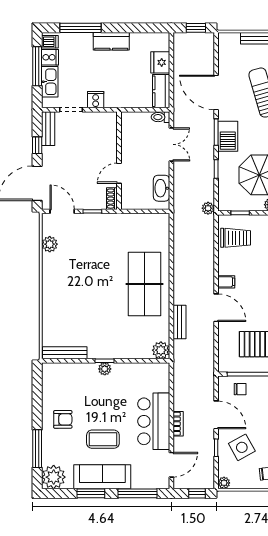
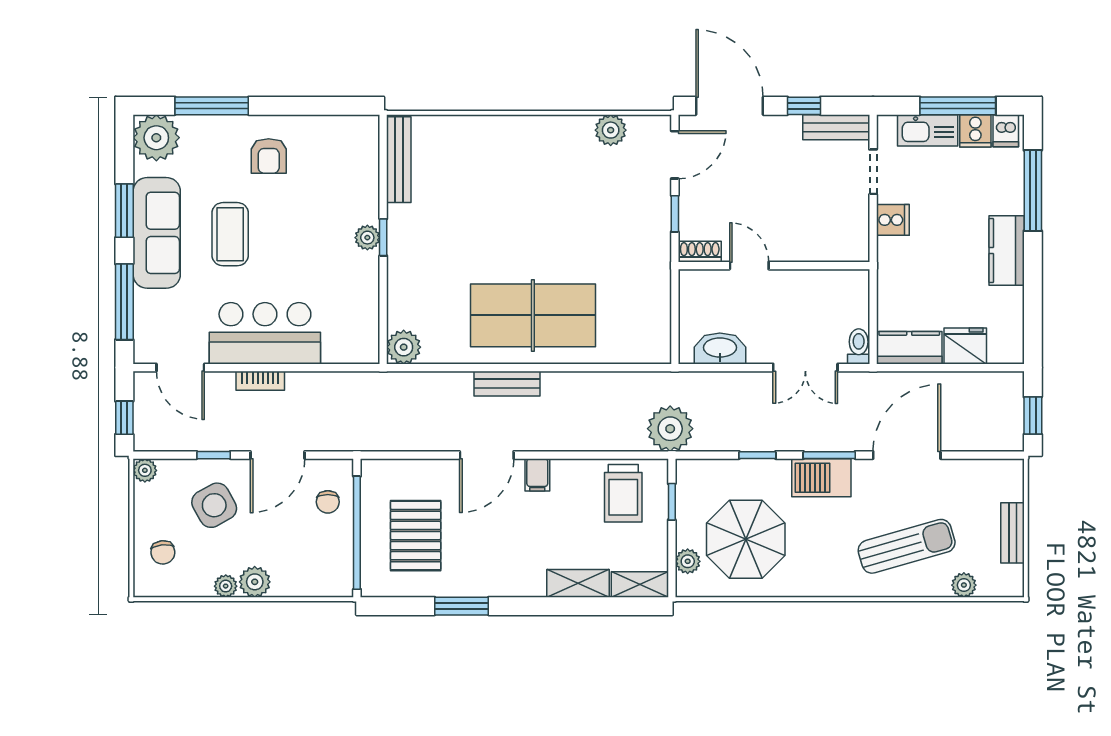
plant: (208, 208) -> (670, 429), width x1.88, depth x1.88
bench: (180, 322) -> (507, 384), moved

